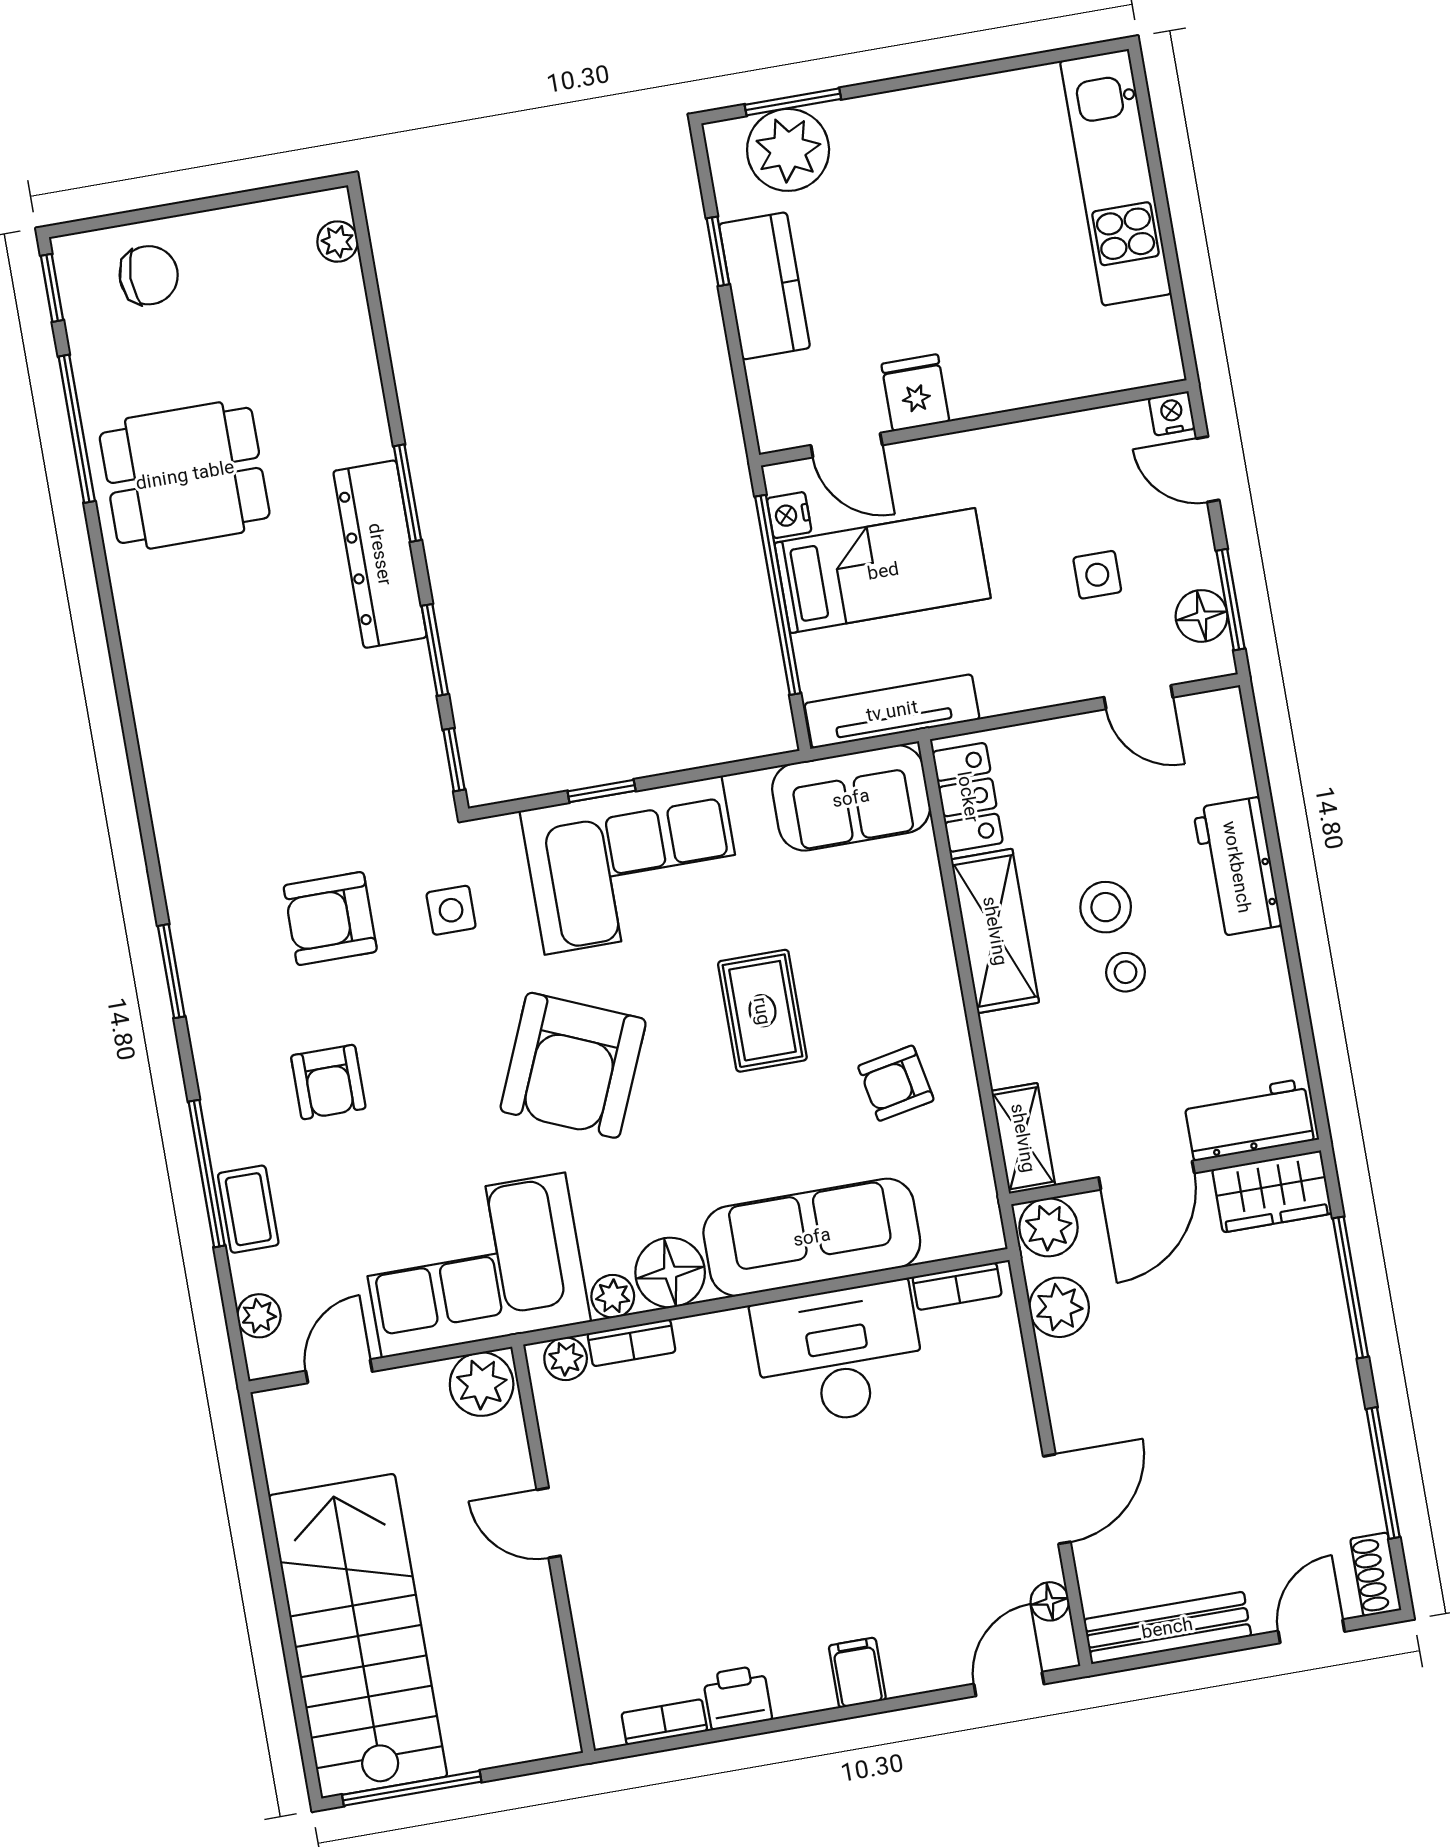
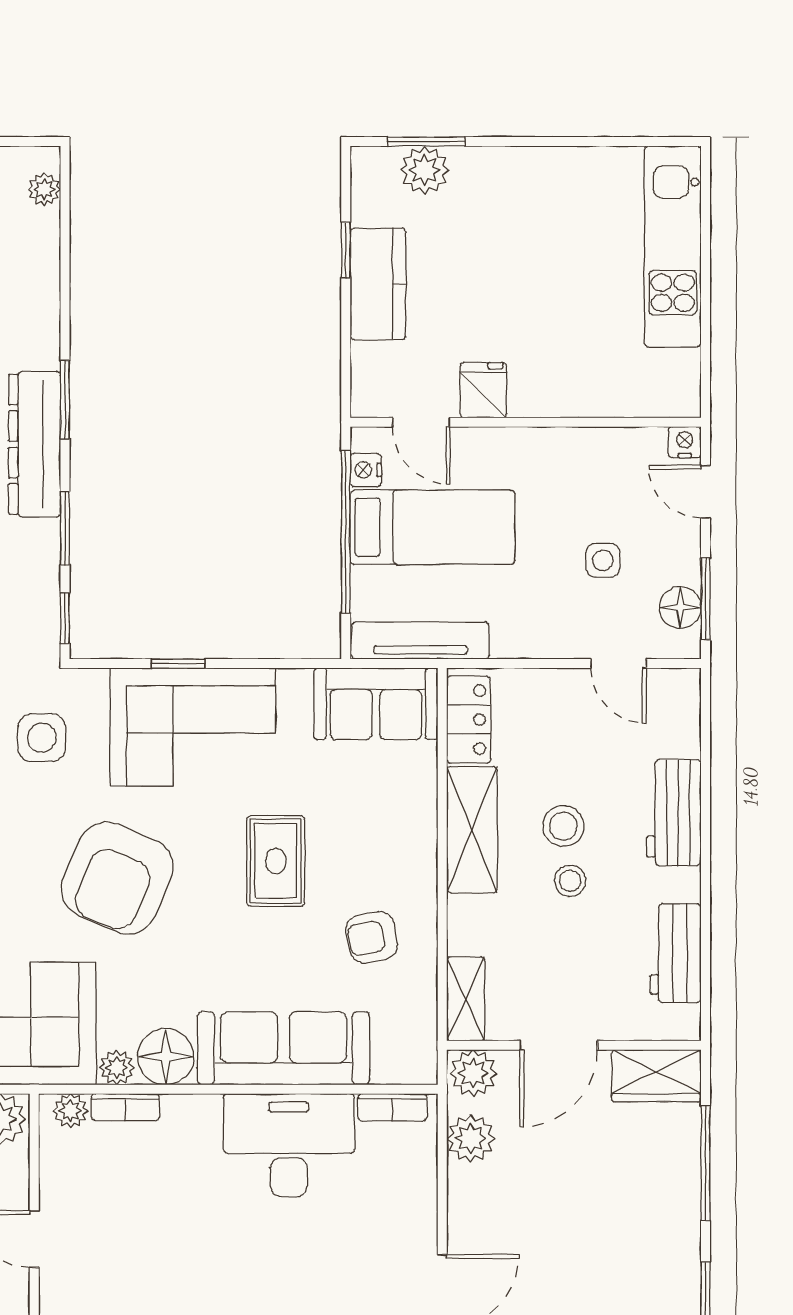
plant: (788, 150) -> (425, 170), width x0.73, depth x0.73
side table: (451, 910) -> (42, 738), width x1.37, depth x1.37
workbench: (1249, 1120) -> (676, 953), moved, turned -90

